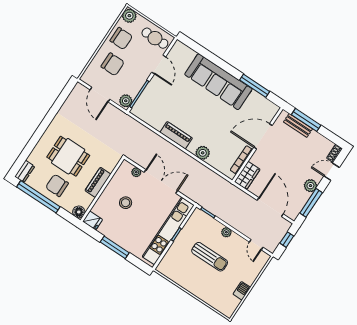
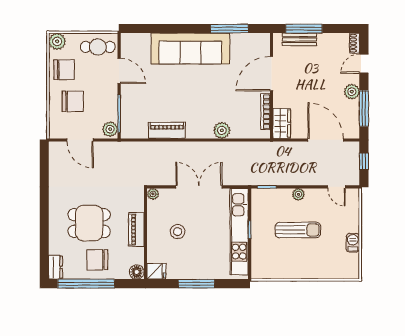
piano: (176, 135) -> (167, 130), moved
plant: (136, 172) -> (153, 194), moved

